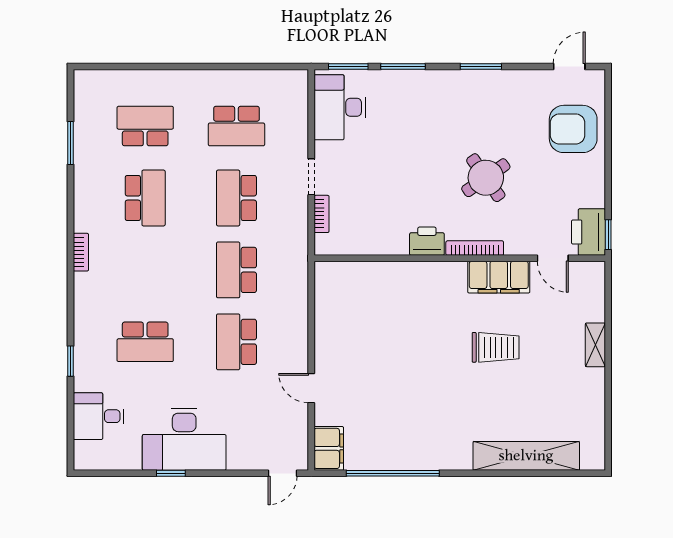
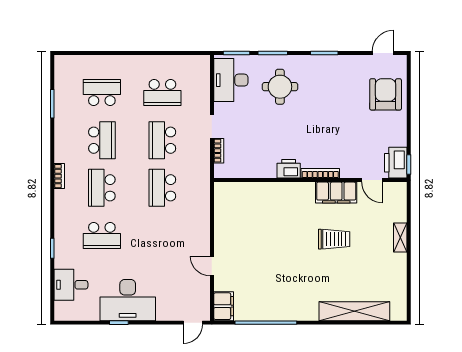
armchair: (573, 129) -> (386, 94), turned 90
round table: (486, 178) -> (280, 87), moved, turned 35
school desk: (236, 342) -> (102, 188), moved

